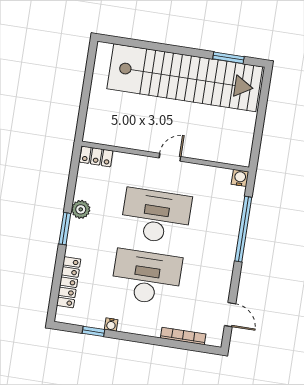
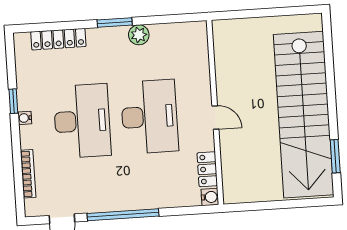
locker: (96, 156) -> (207, 169), moved
window: (243, 229) -> (123, 215), moved
water cooler: (111, 325) -> (25, 118), moved
window: (93, 331) -> (13, 101), moved

